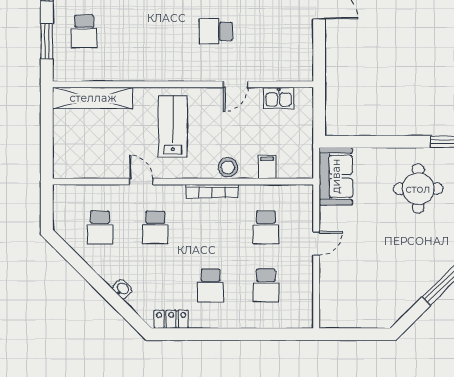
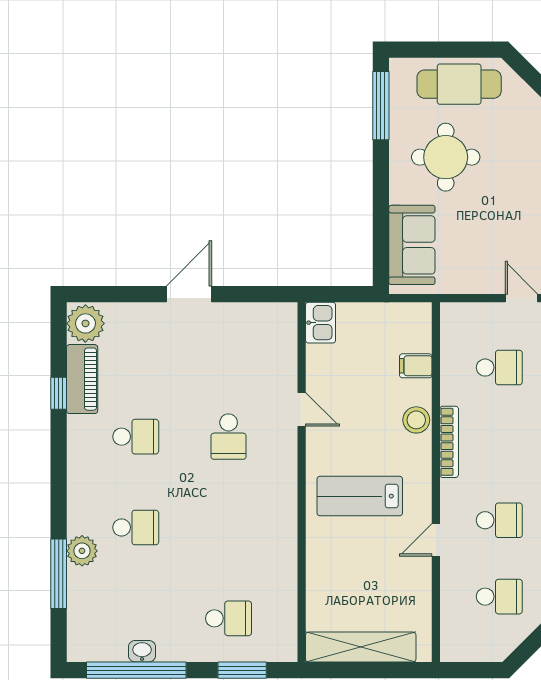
shelving: (93, 98) -> (361, 647), moved, turned 90
kitchen sink: (279, 98) -> (321, 323), moved
sofa: (336, 176) -> (412, 245), moved, turned 90

